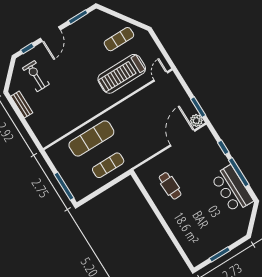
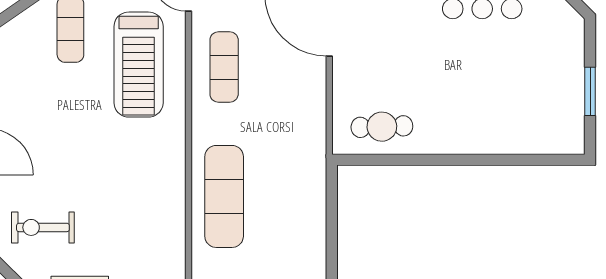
exercise mat: (108, 165) -> (224, 67), moved
cafe table: (170, 186) -> (382, 127), moved

